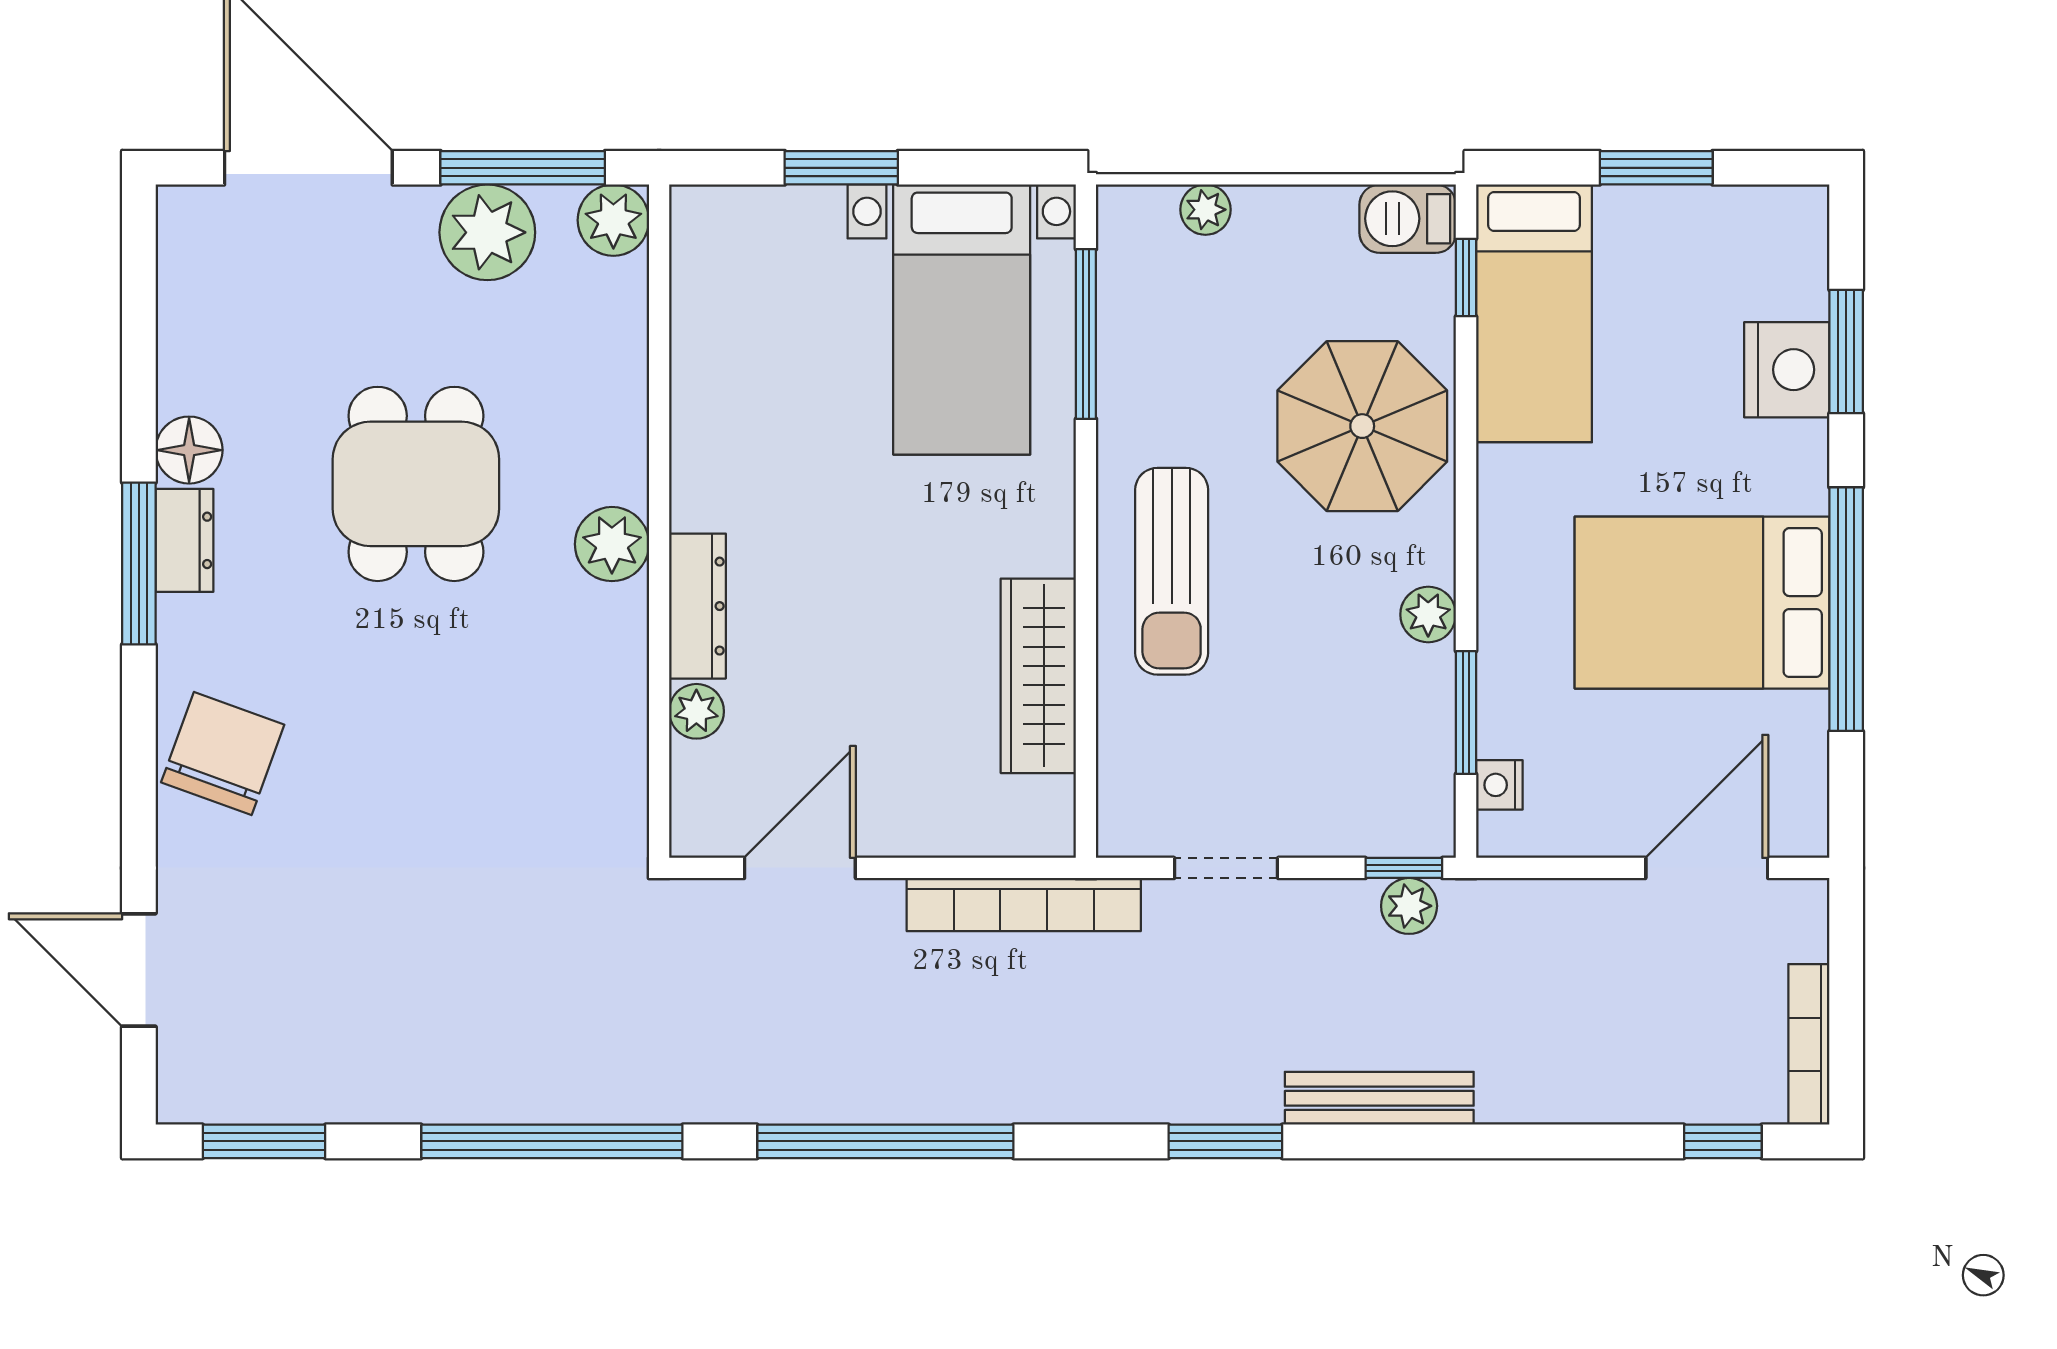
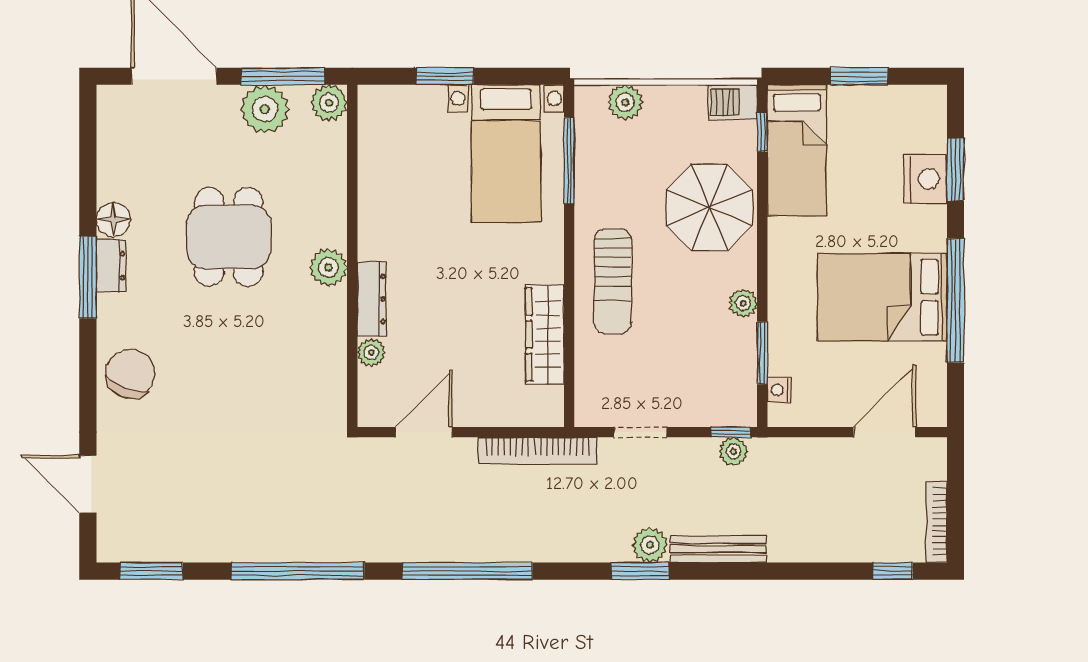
plant: (1205, 210) -> (625, 102), width x1.38, depth x1.38
plant: (1245, 1090) -> (650, 545), added

